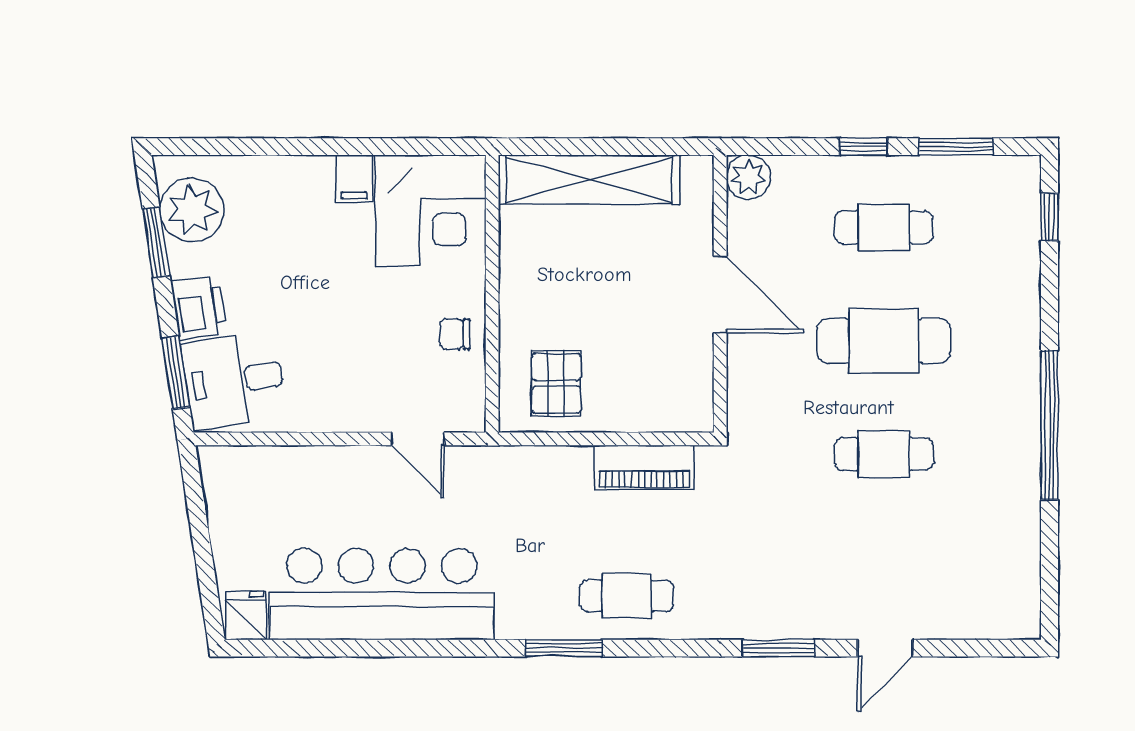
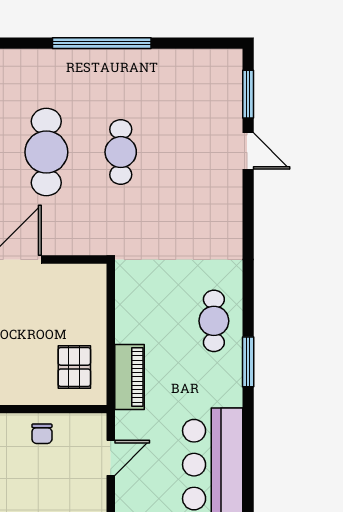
pallet: (556, 383) -> (74, 367), turned 90
piano: (644, 467) -> (129, 377), moved
window: (778, 648) -> (248, 94), moved

